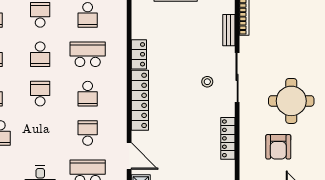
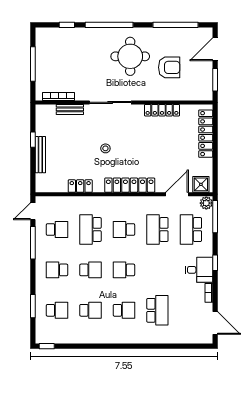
locker: (139, 54) -> (80, 186), moved
stool: (207, 82) -> (105, 148), moved
school desk: (88, 94) -> (124, 230), turned 180
school desk: (88, 133) -> (157, 230), width x1.85

